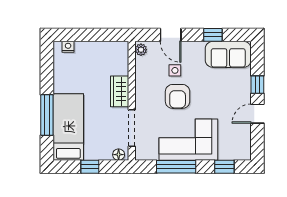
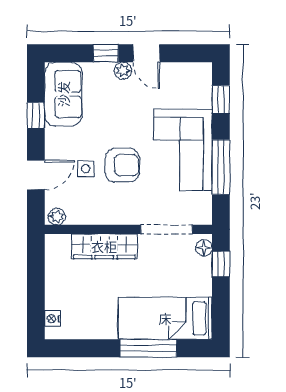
wardrobe: (120, 91) -> (104, 246), width x1.50
plant: (245, 97) -> (123, 71), added
window: (90, 167) -> (221, 264), moved

